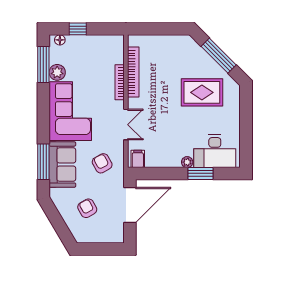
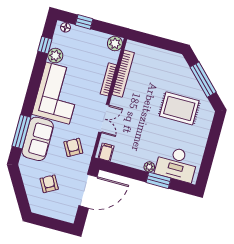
plant: (116, 43) -> (115, 43), added
window: (43, 64) -> (45, 45), width x0.46

